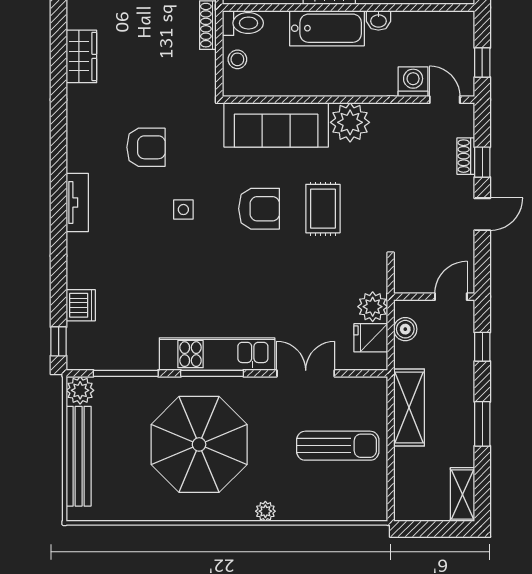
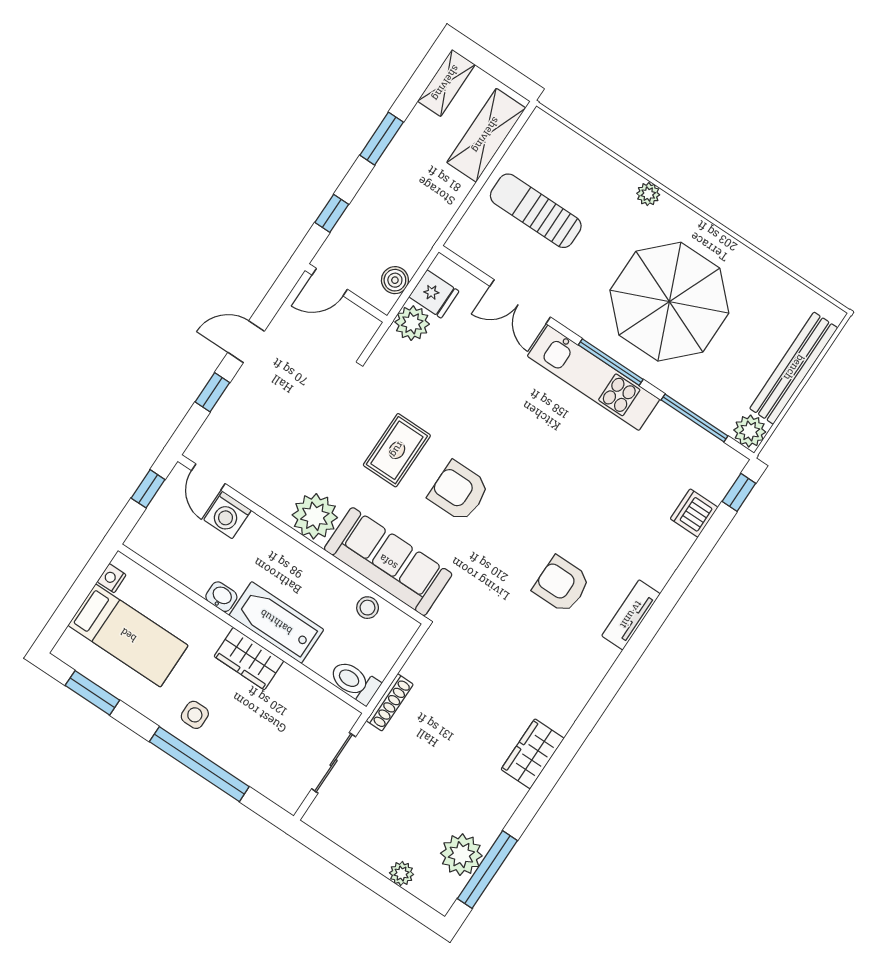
stool: (237, 59) -> (368, 608), moved
armchair: (146, 147) -> (561, 584), moved
shoe rack: (466, 156) -> (225, 409), removed
side table: (183, 210) -> (533, 540), removed
shelving: (409, 407) -> (486, 135), moved

